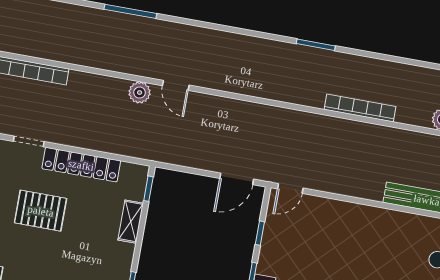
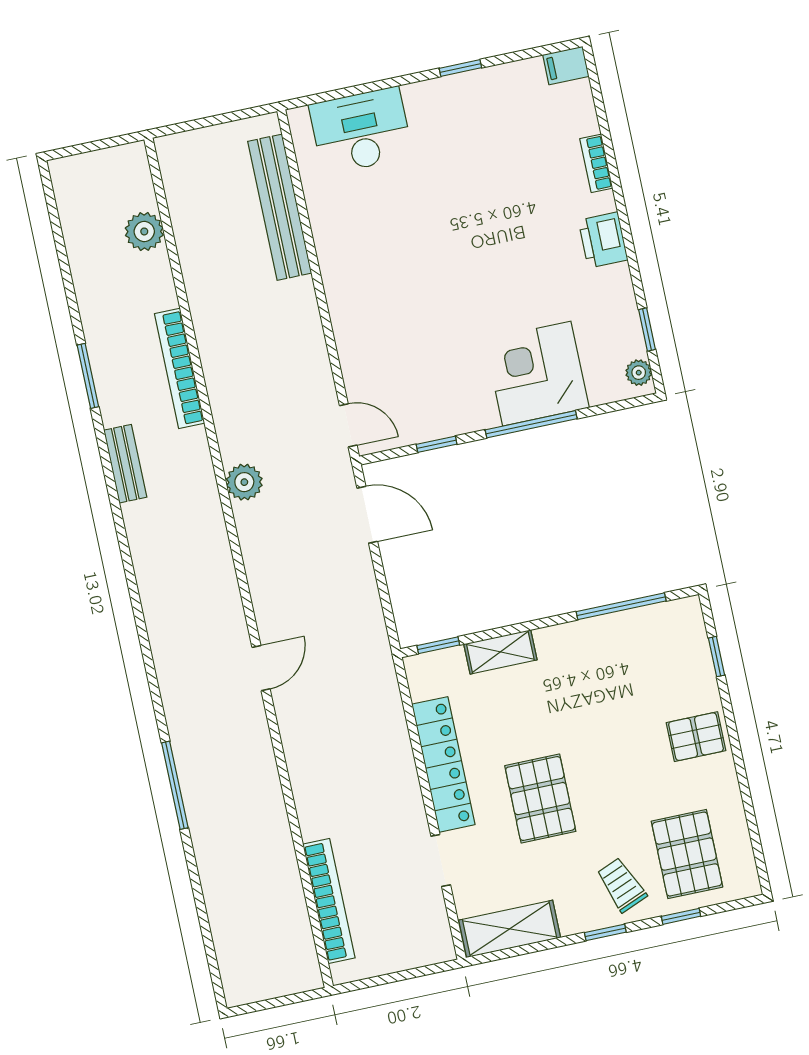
window: (316, 45) -> (88, 376), moved
bench: (320, 57) -> (125, 464), added
plant: (140, 93) -> (244, 482), moved

